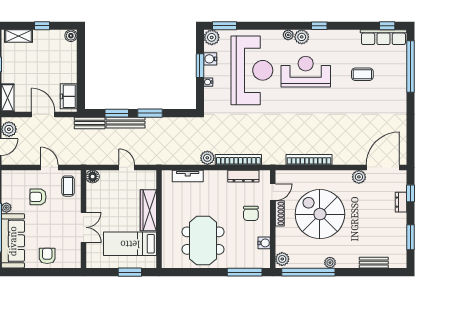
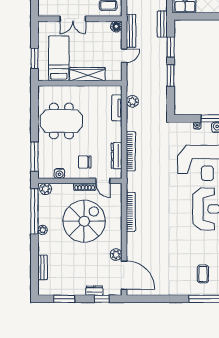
coffee table: (362, 74) -> (203, 274), moved
bench: (126, 123) -> (131, 31), moved
plant: (207, 158) -> (132, 101), moved

